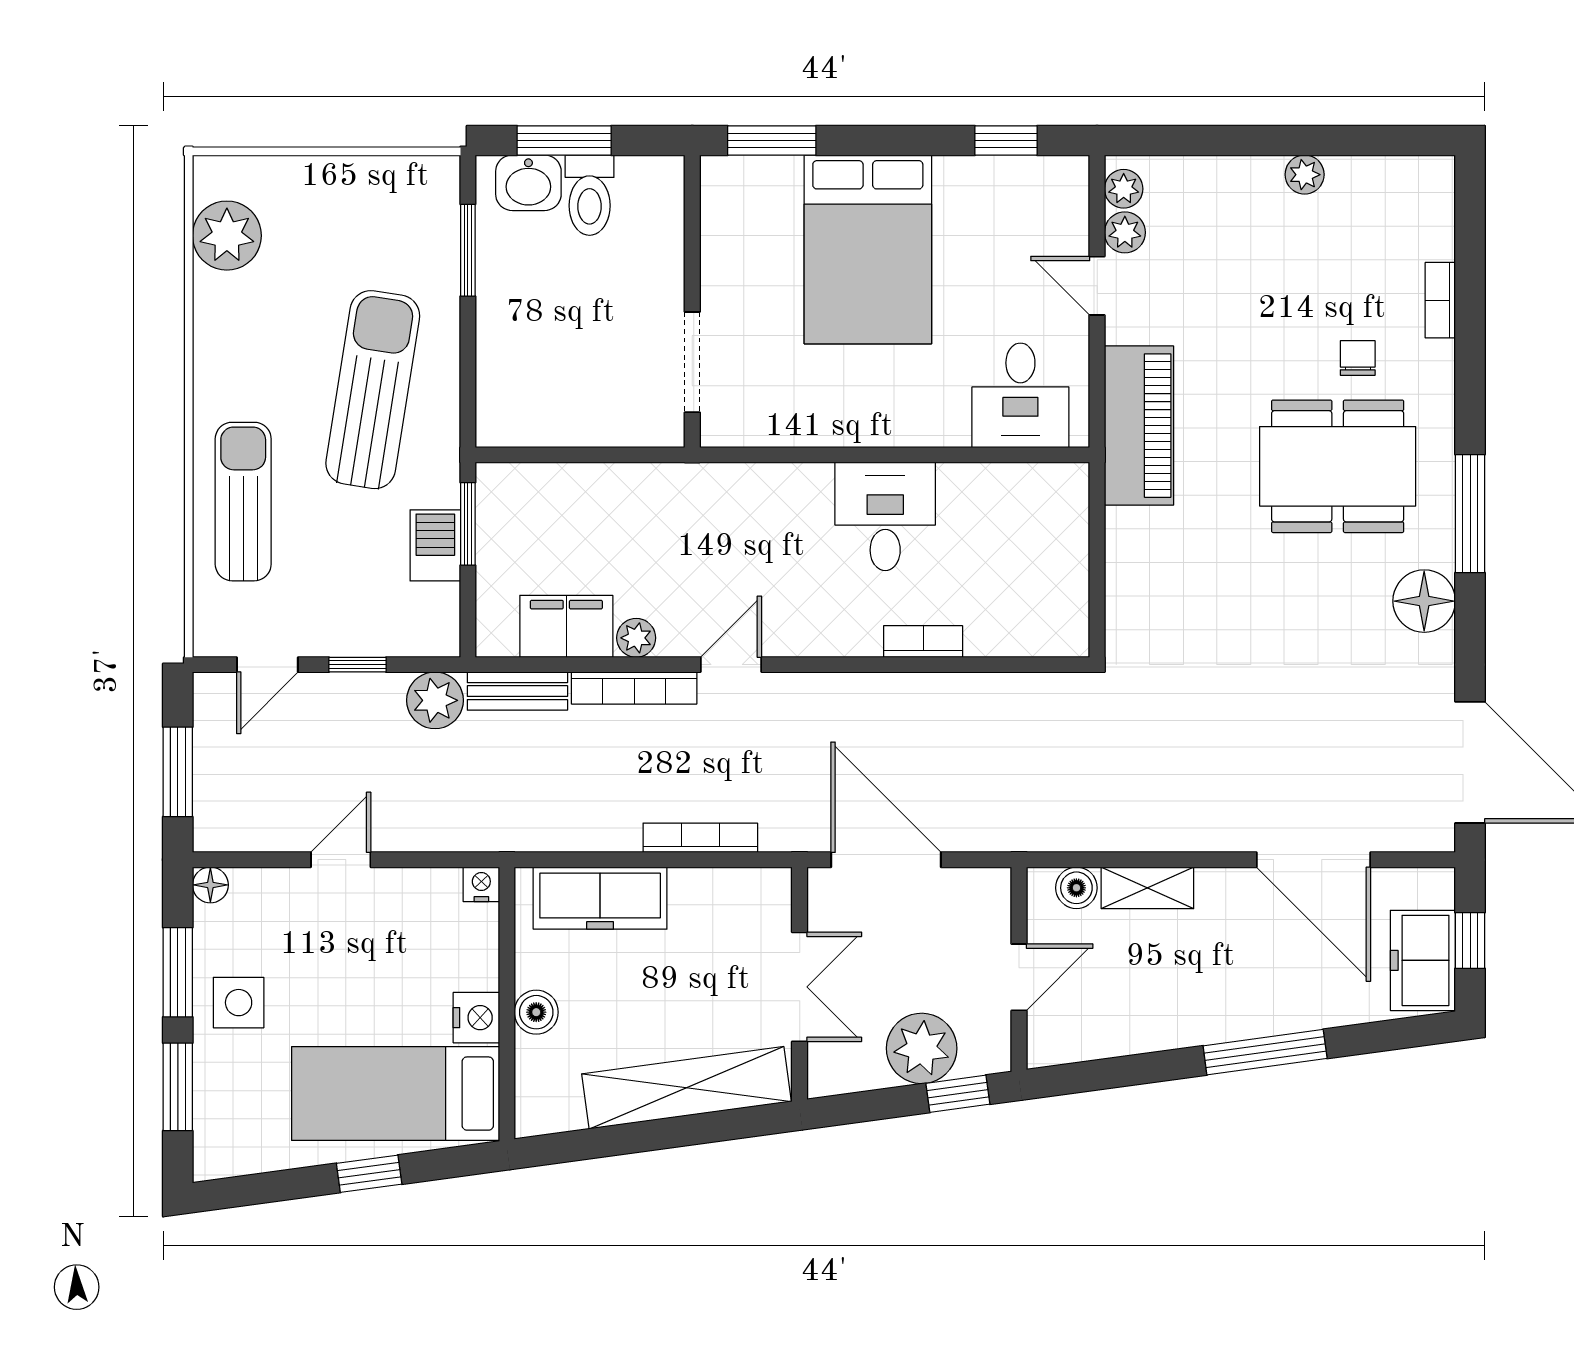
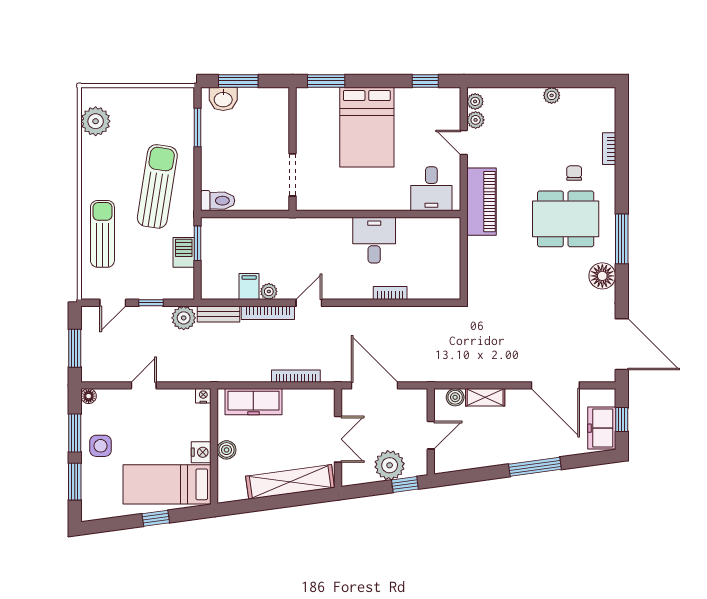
toilet: (590, 195) -> (218, 201), moved, turned -90
filing cabinet: (566, 626) -> (249, 287), width x0.50

